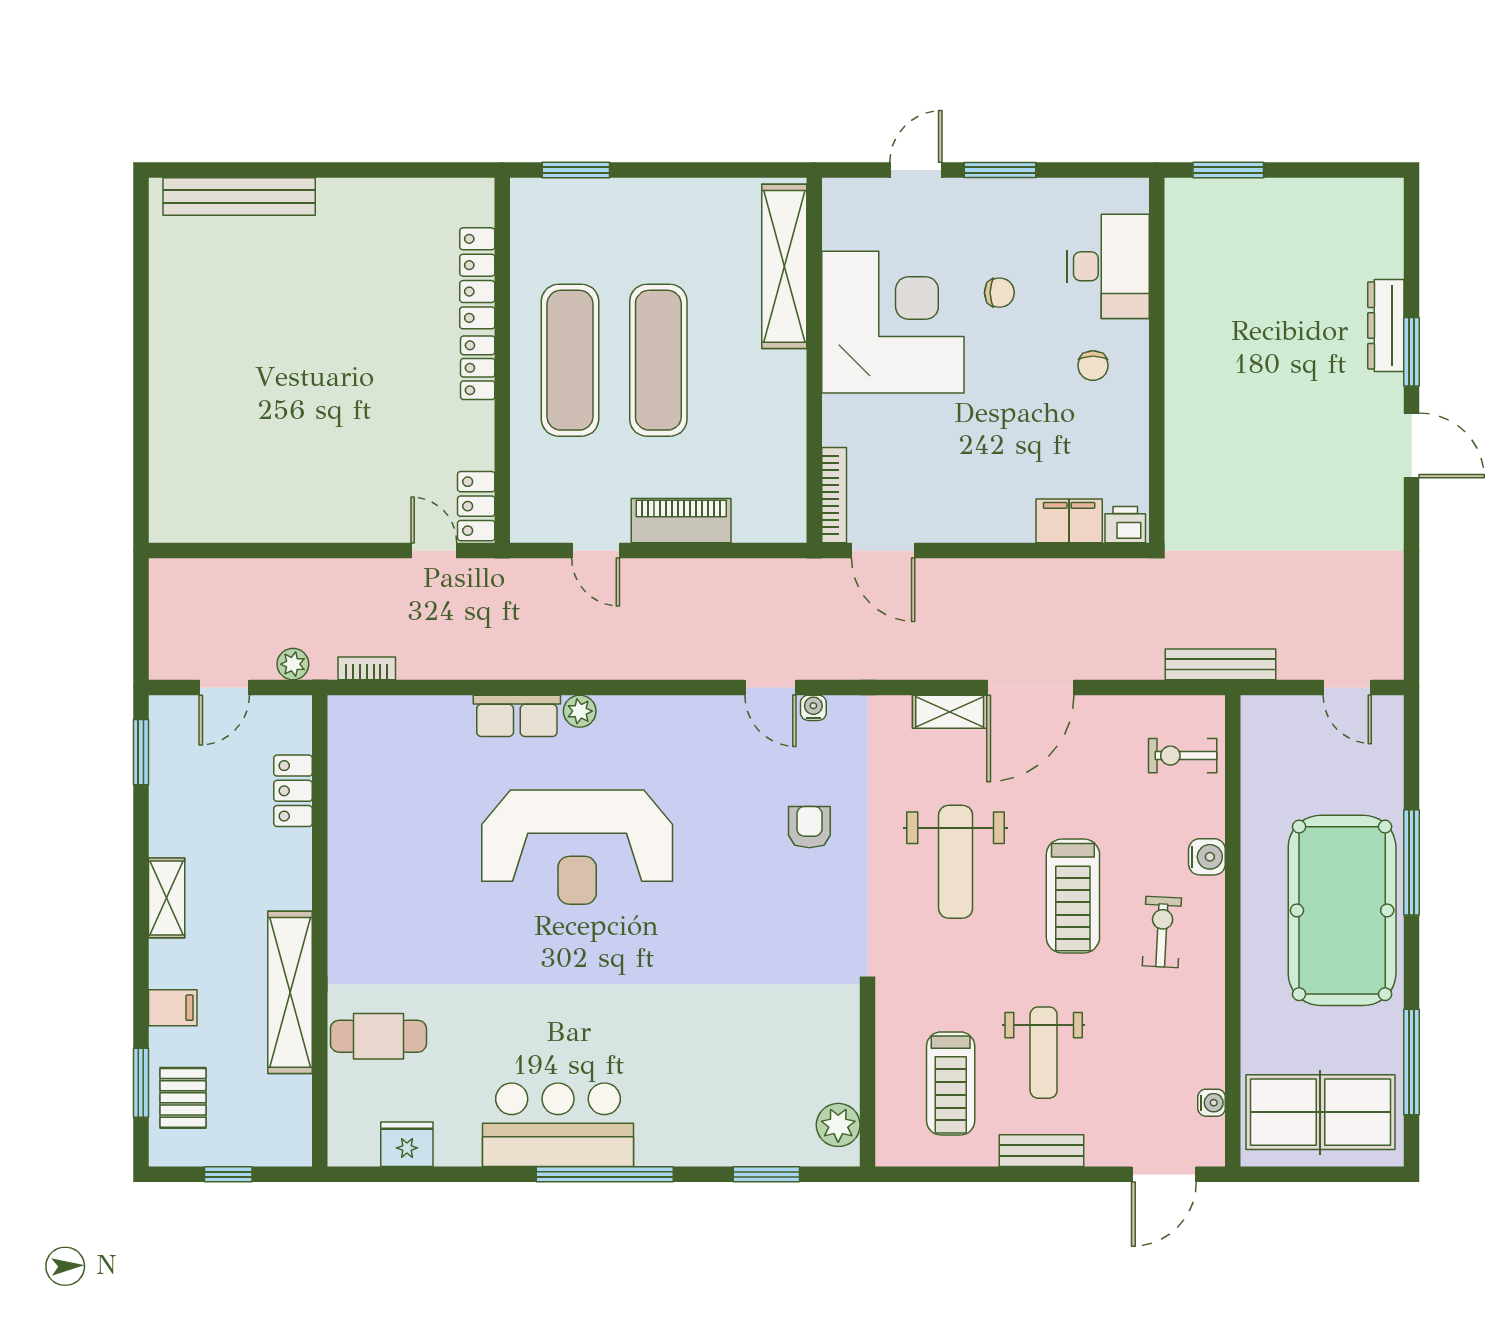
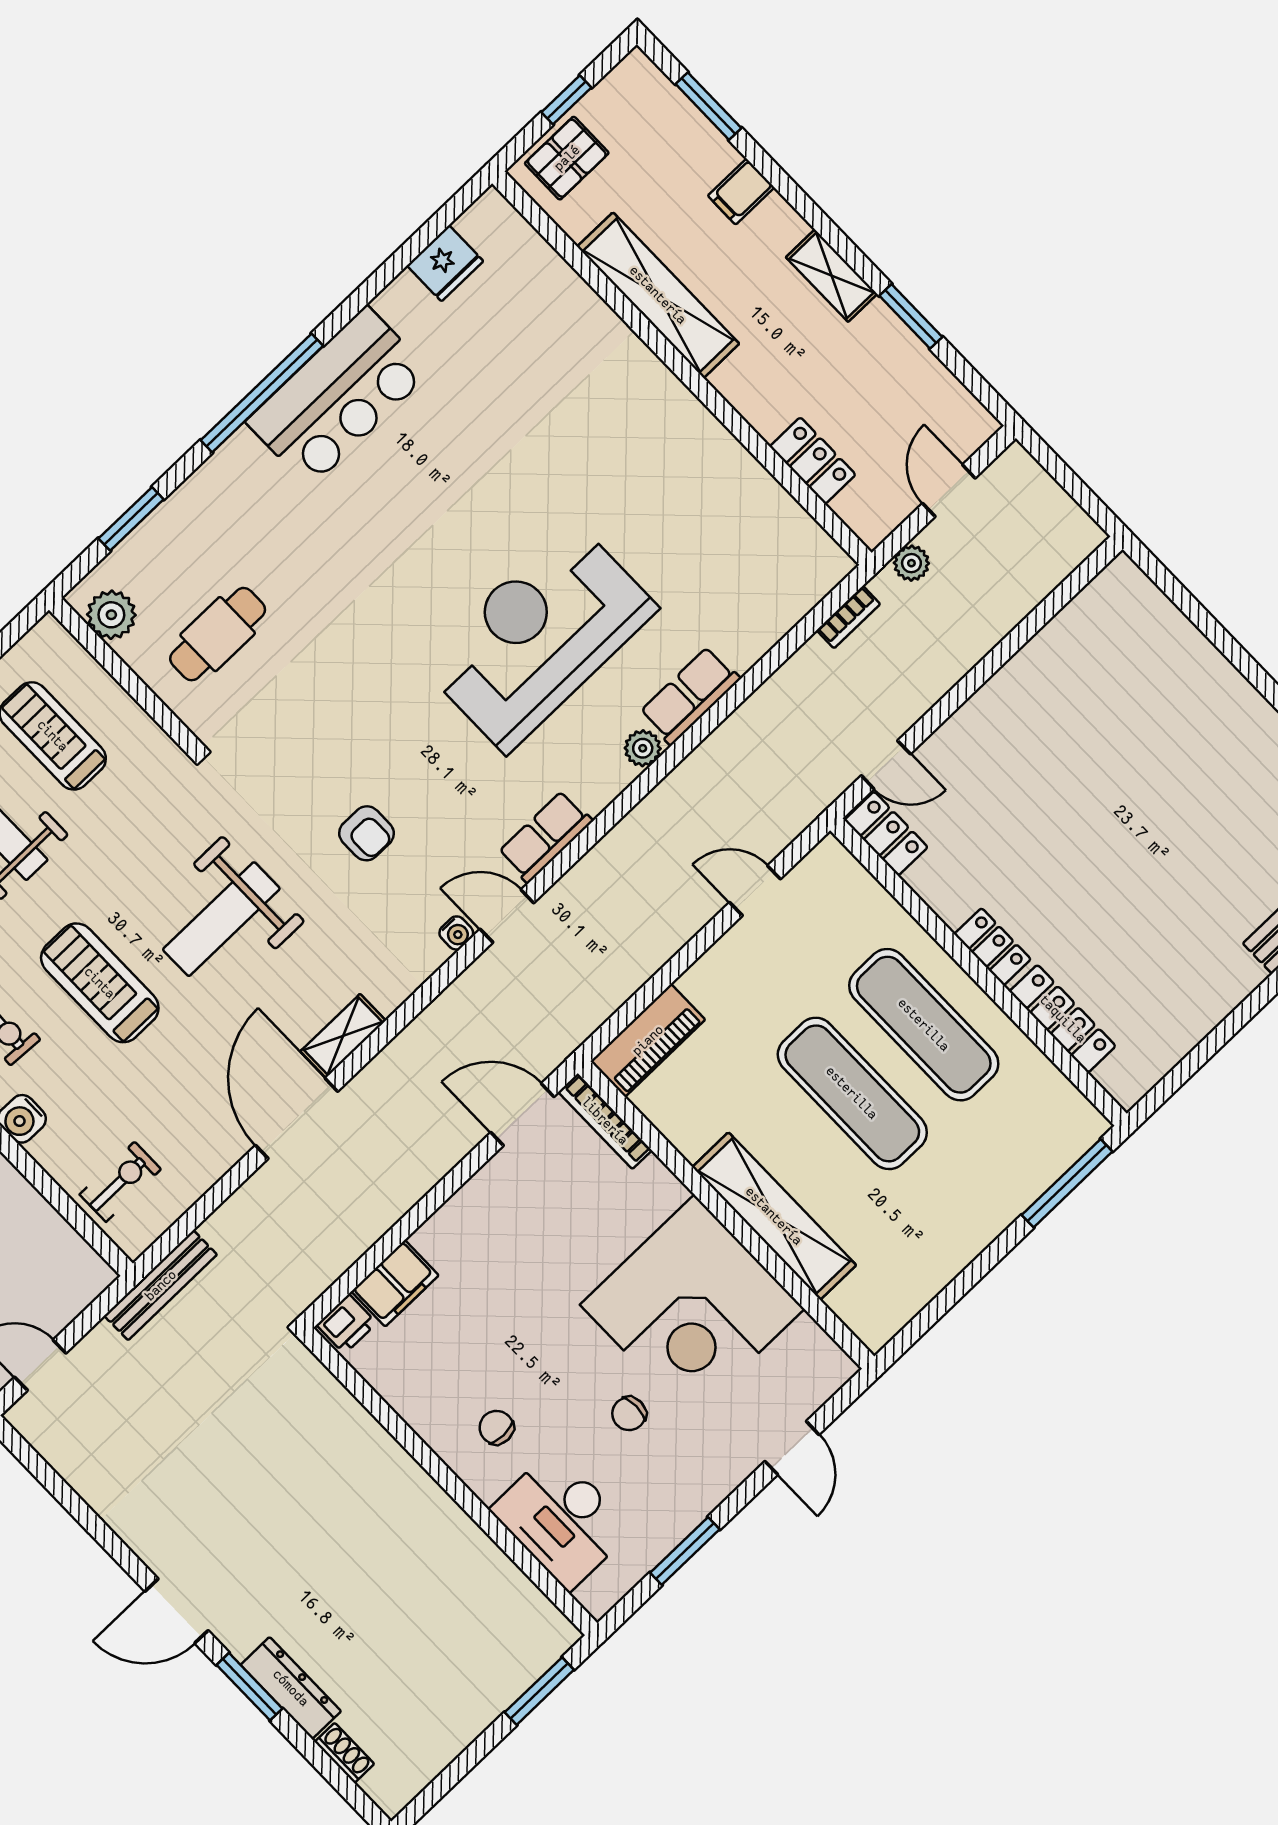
window: (576, 170) -> (1067, 1183), width x1.44
window: (1000, 170) -> (685, 1551), moved
shoe rack: (1392, 251) -> (344, 1753), added
shelving: (784, 266) -> (774, 1216), moved
piano: (681, 521) -> (648, 1040), moved
row of seats: (697, 715) -> (545, 837), added
window: (141, 752) -> (911, 316), moved
weight bench: (956, 862) -> (221, 919), turned -90
cafe table: (378, 1036) -> (218, 634), moved
pallet: (183, 1098) -> (567, 158), moved, turned 90

